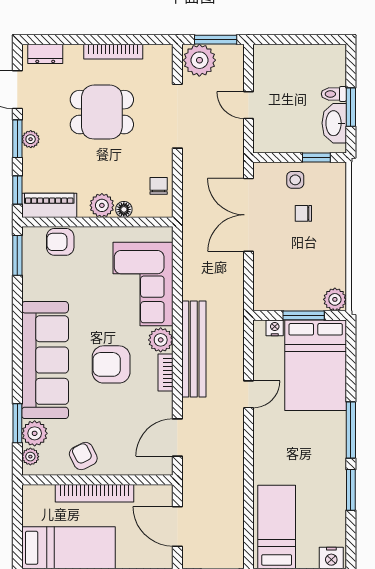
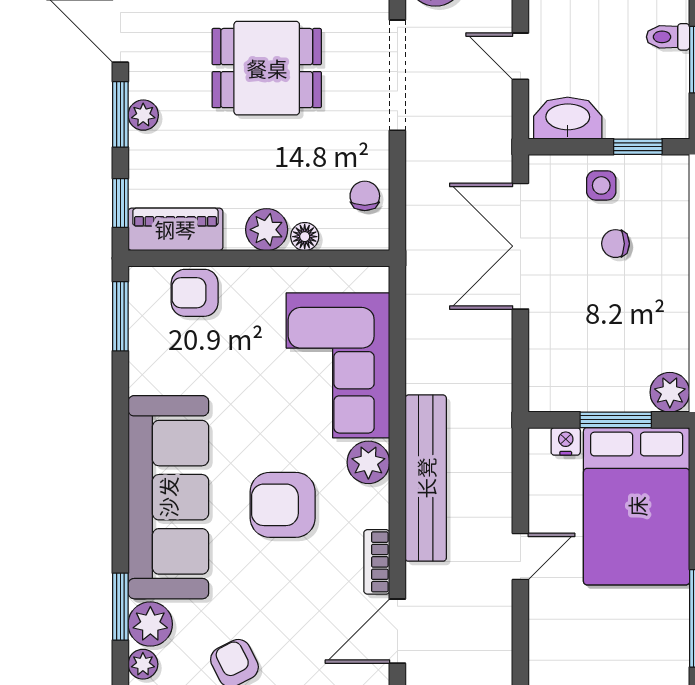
washbasin: (334, 123) -> (568, 118), moved, turned 90
bookcase: (165, 373) -> (377, 562), moved

